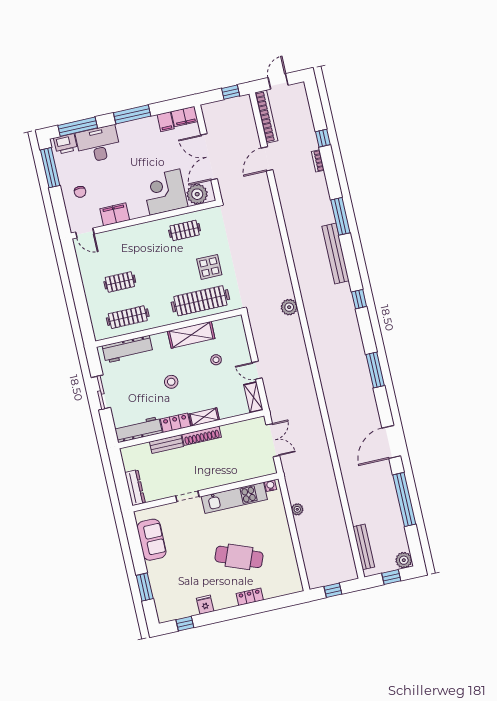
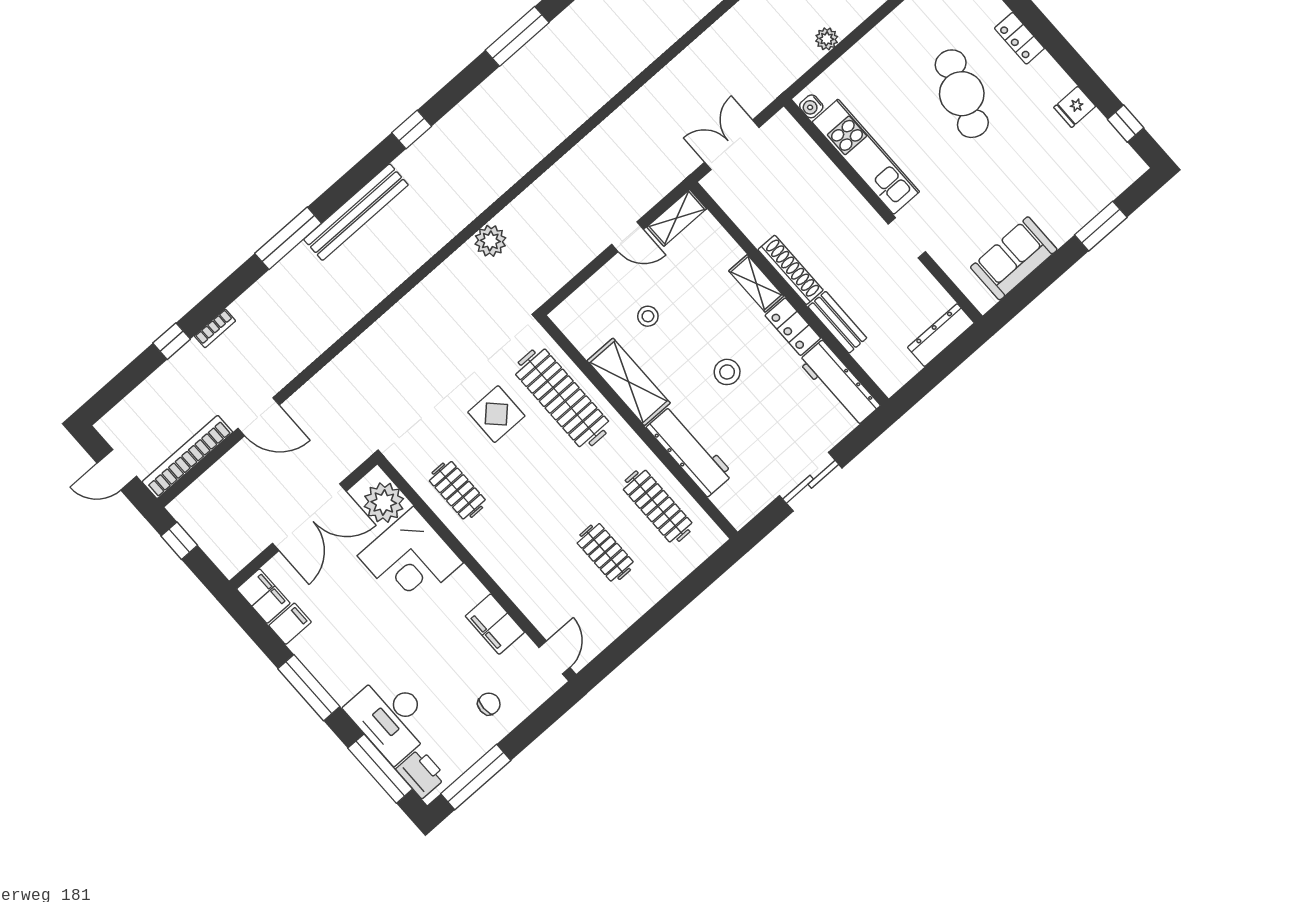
workbench: (128, 349) -> (690, 451), moved
door: (257, 370) -> (628, 237), hinge flipped

